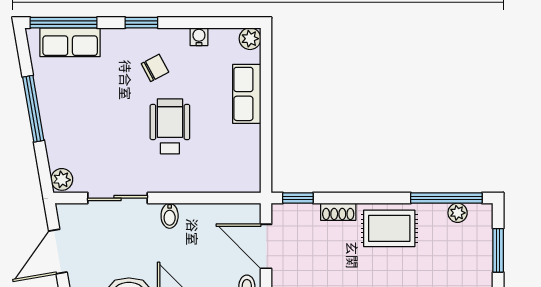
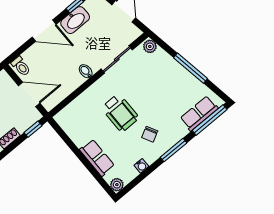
window: (141, 23) -> (174, 150), width x1.50

